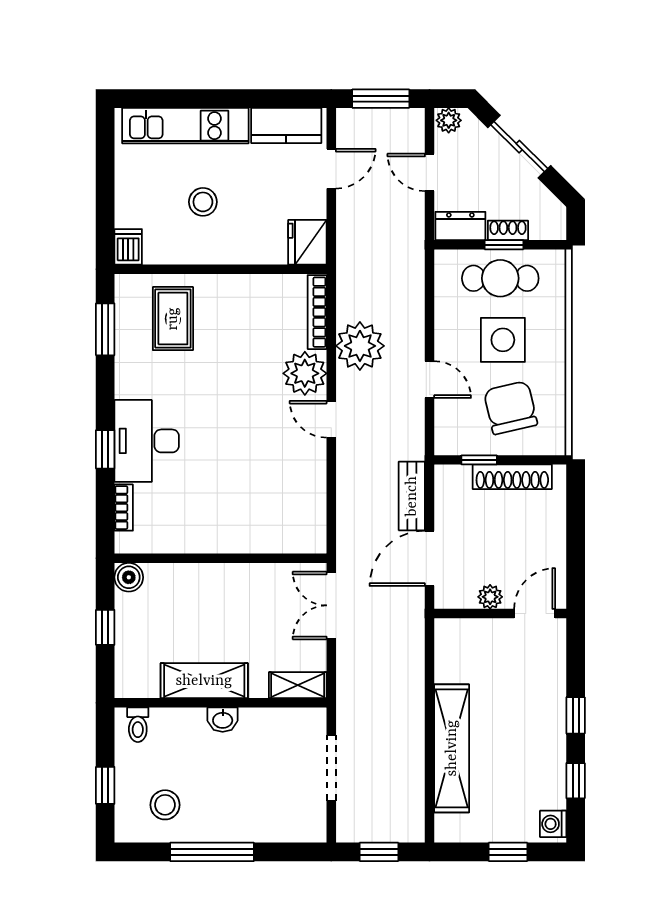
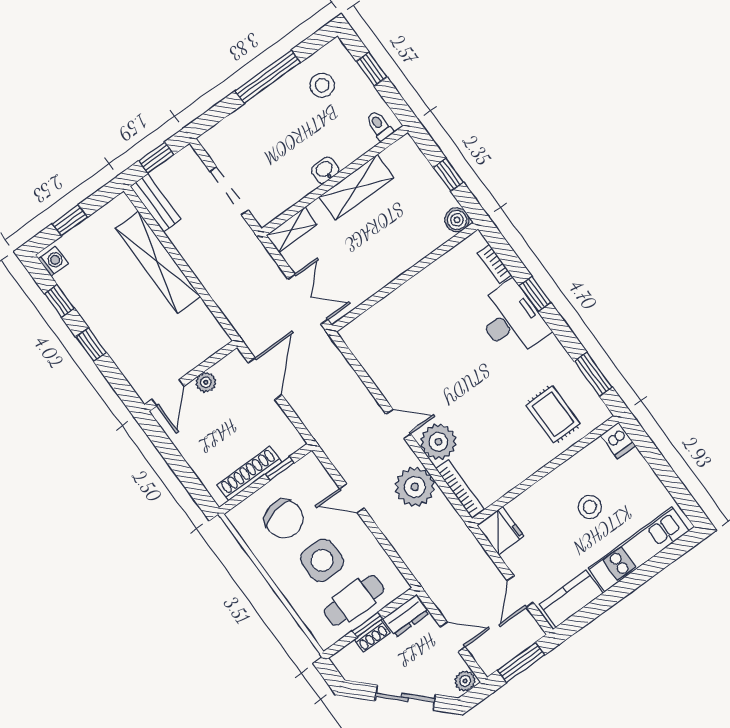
bench: (412, 496) -> (155, 203), moved

